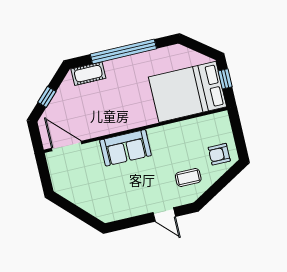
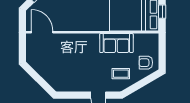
sofa: (126, 148) -> (116, 43), moved

